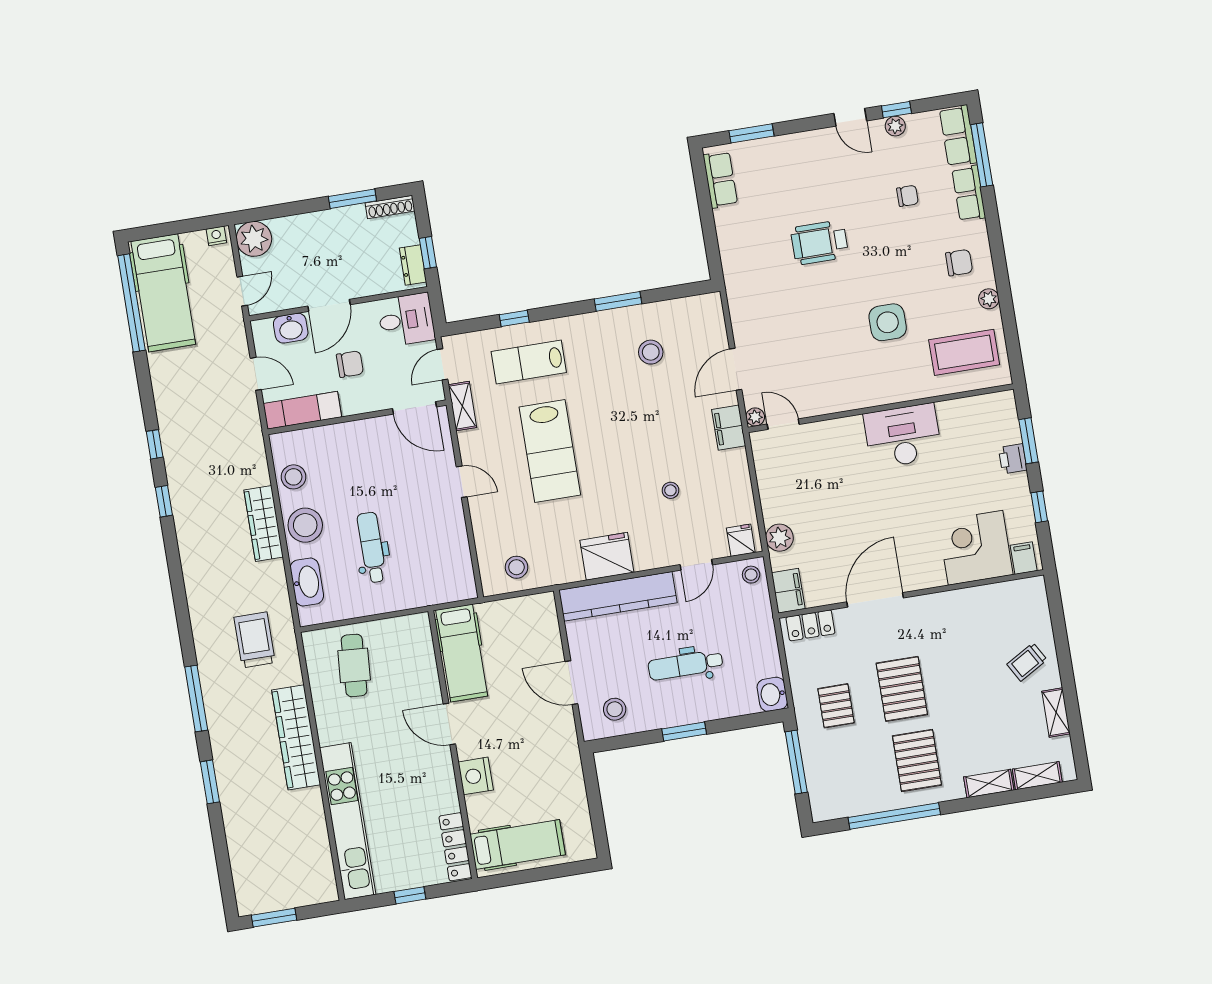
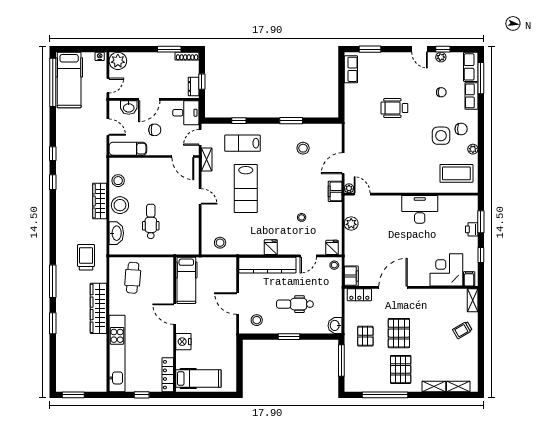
side table: (888, 322) -> (441, 136), moved
plant: (780, 538) -> (351, 223), moved
fridge: (607, 556) -> (271, 247), width x0.53, depth x0.75
shelving: (1056, 713) -> (473, 300), moved

